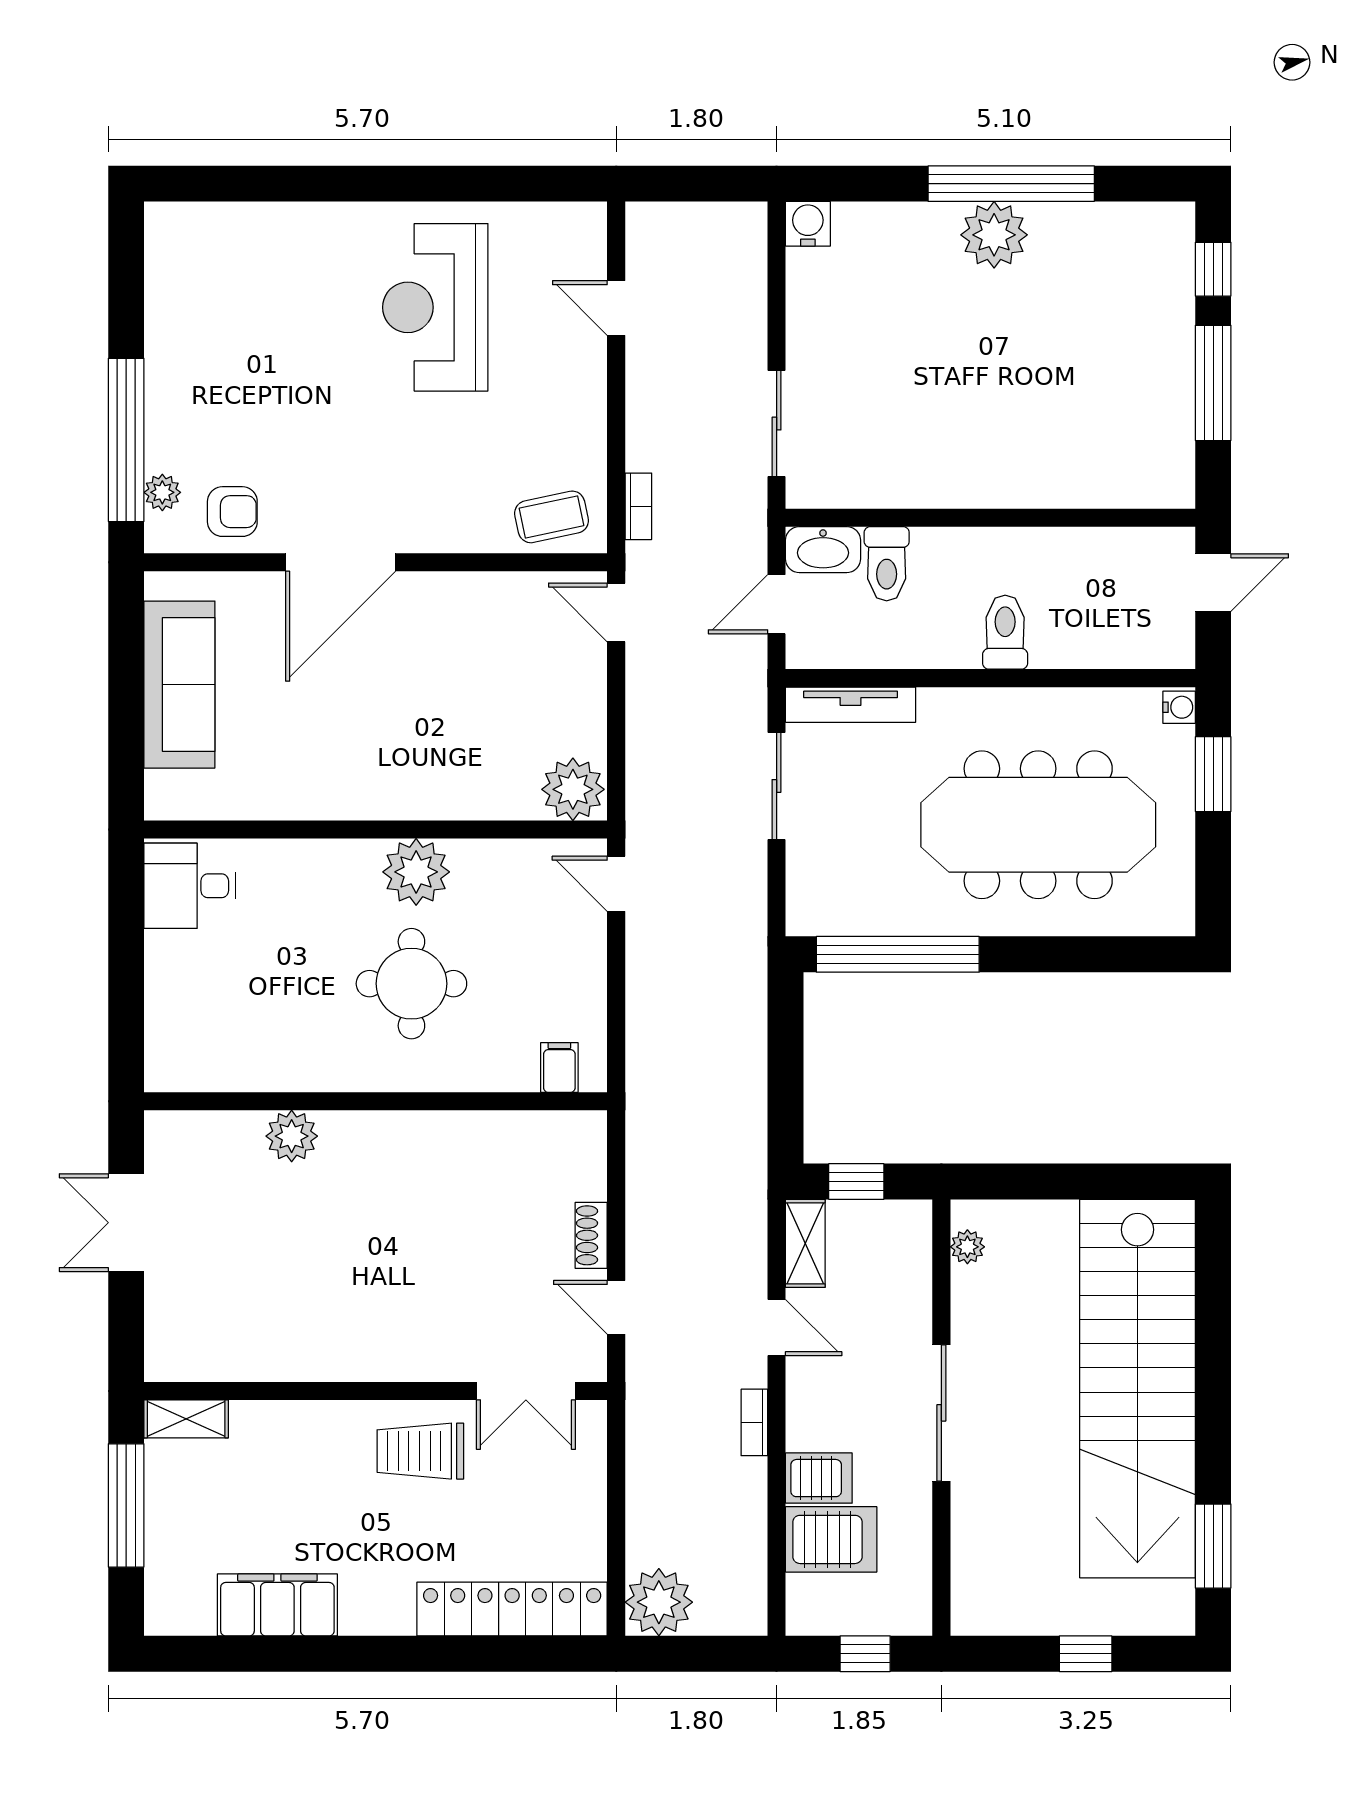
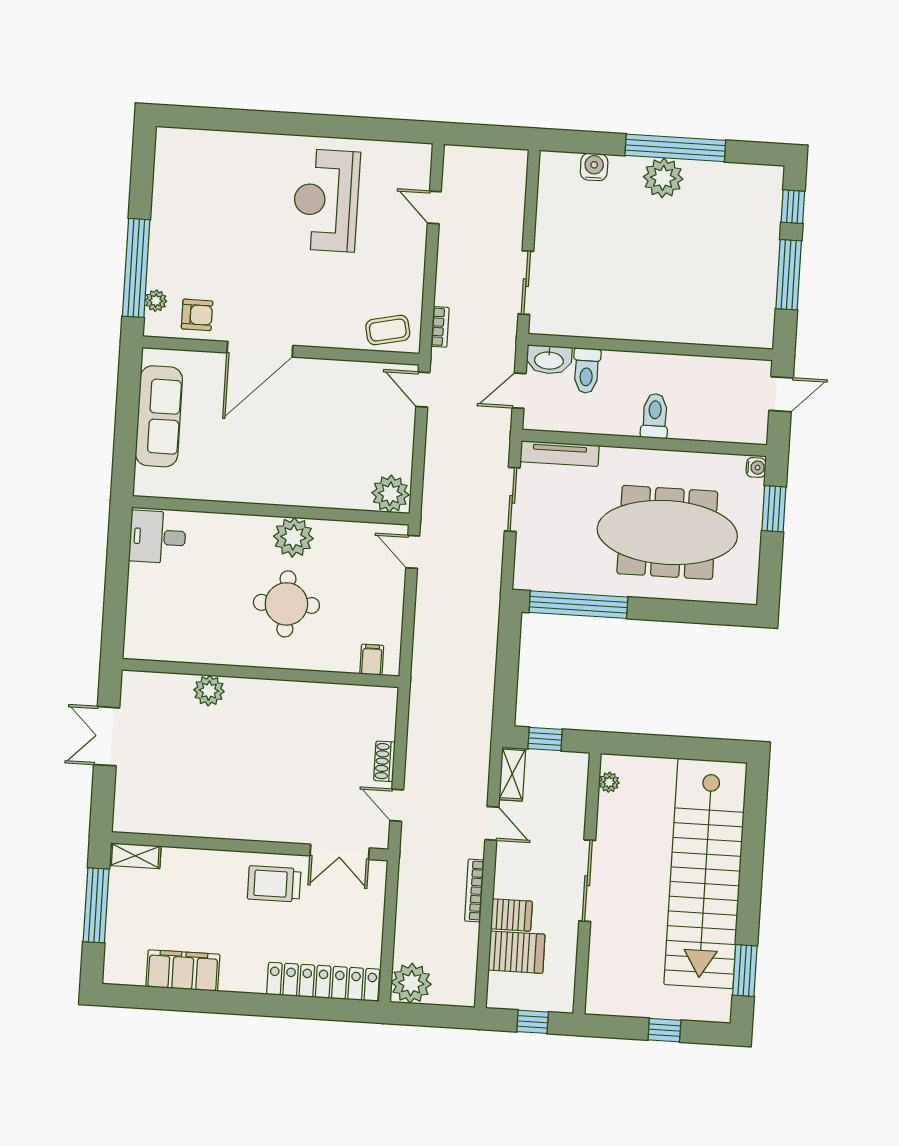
water cooler: (808, 224) -> (594, 167), moved
bookcase: (754, 1422) -> (474, 890), width x1.56

